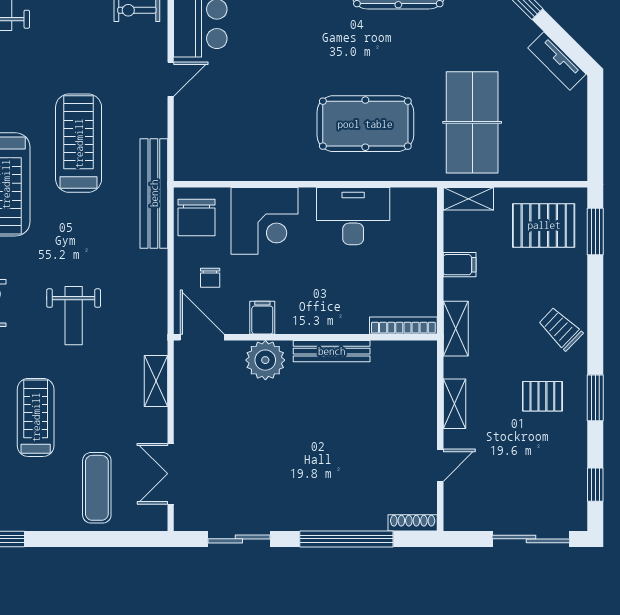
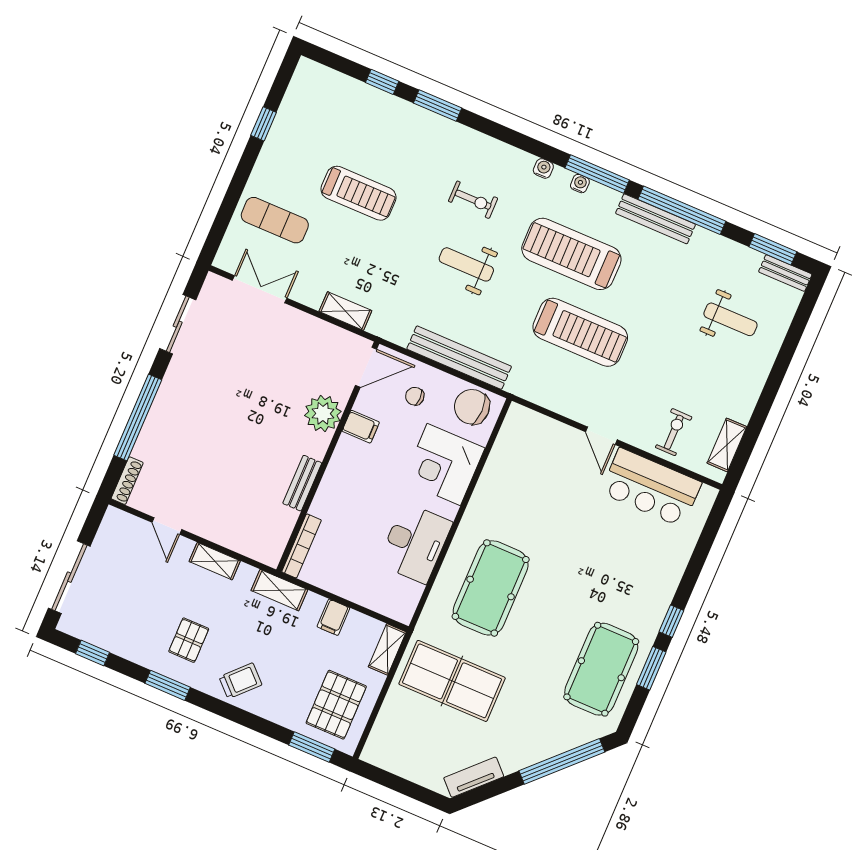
bench: (154, 193) -> (459, 358), moved
weight bench: (74, 316) -> (466, 264), moved
bench: (332, 351) -> (302, 483), width x0.73

